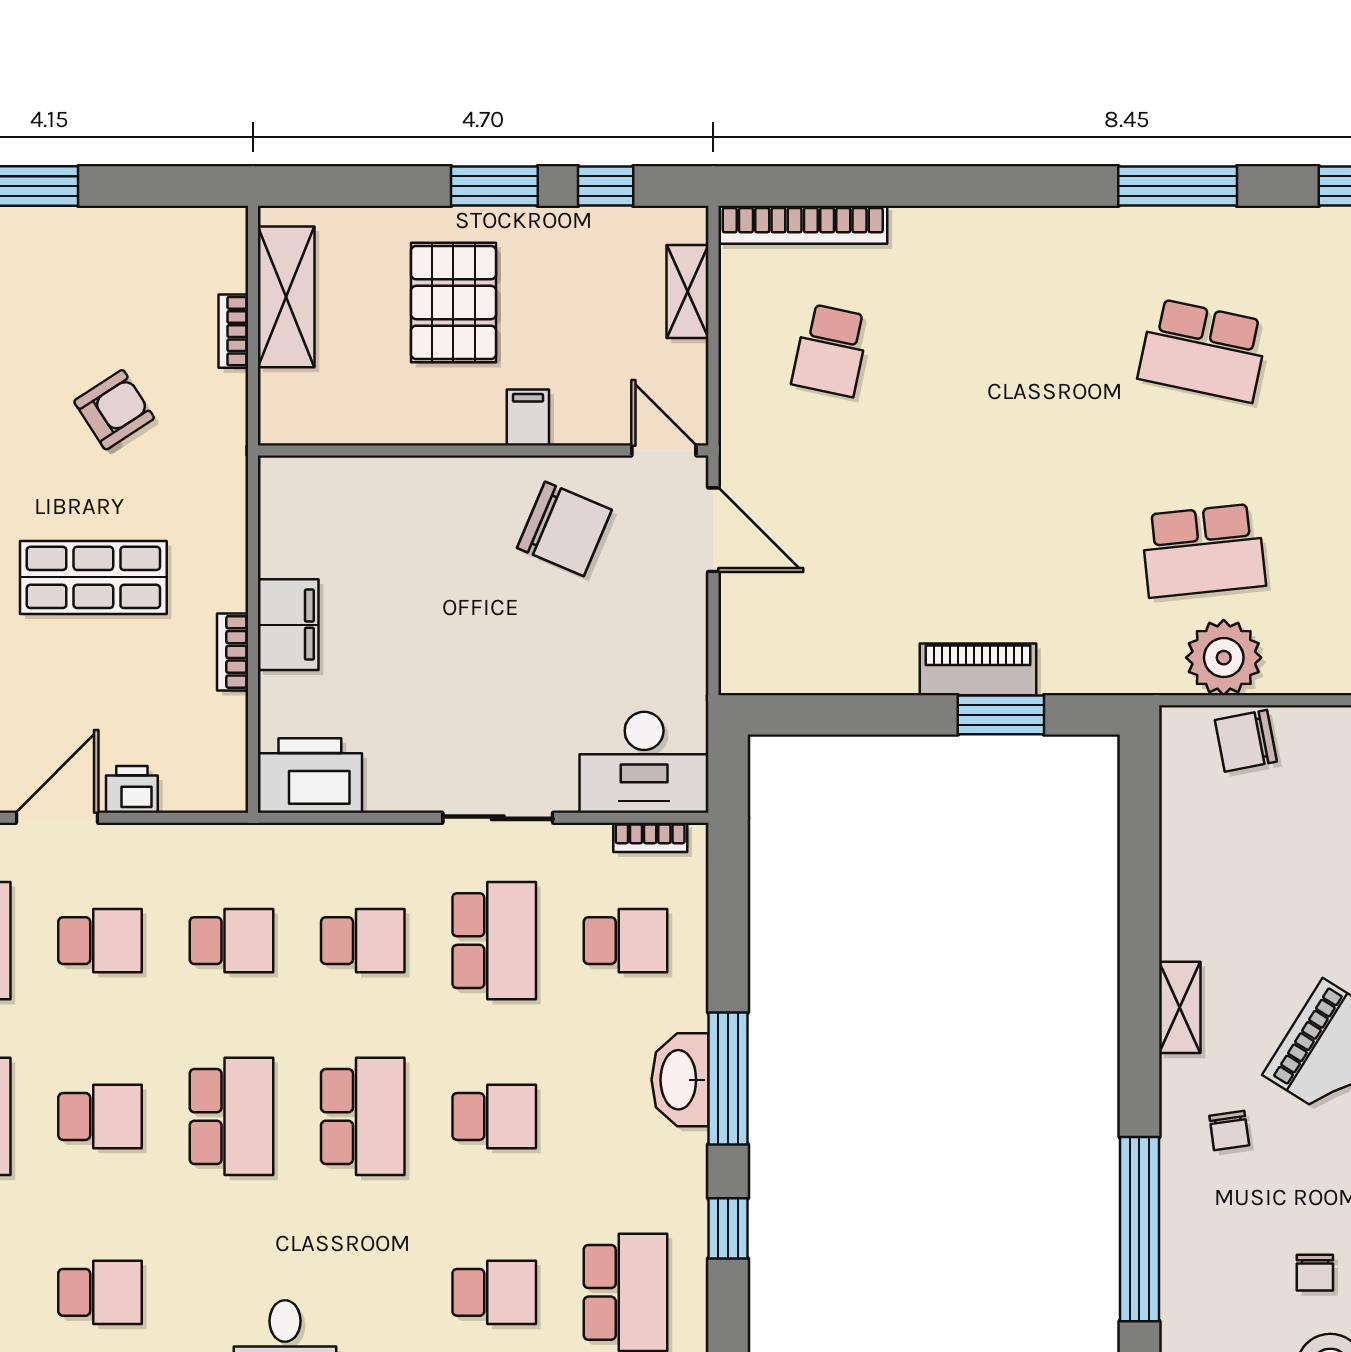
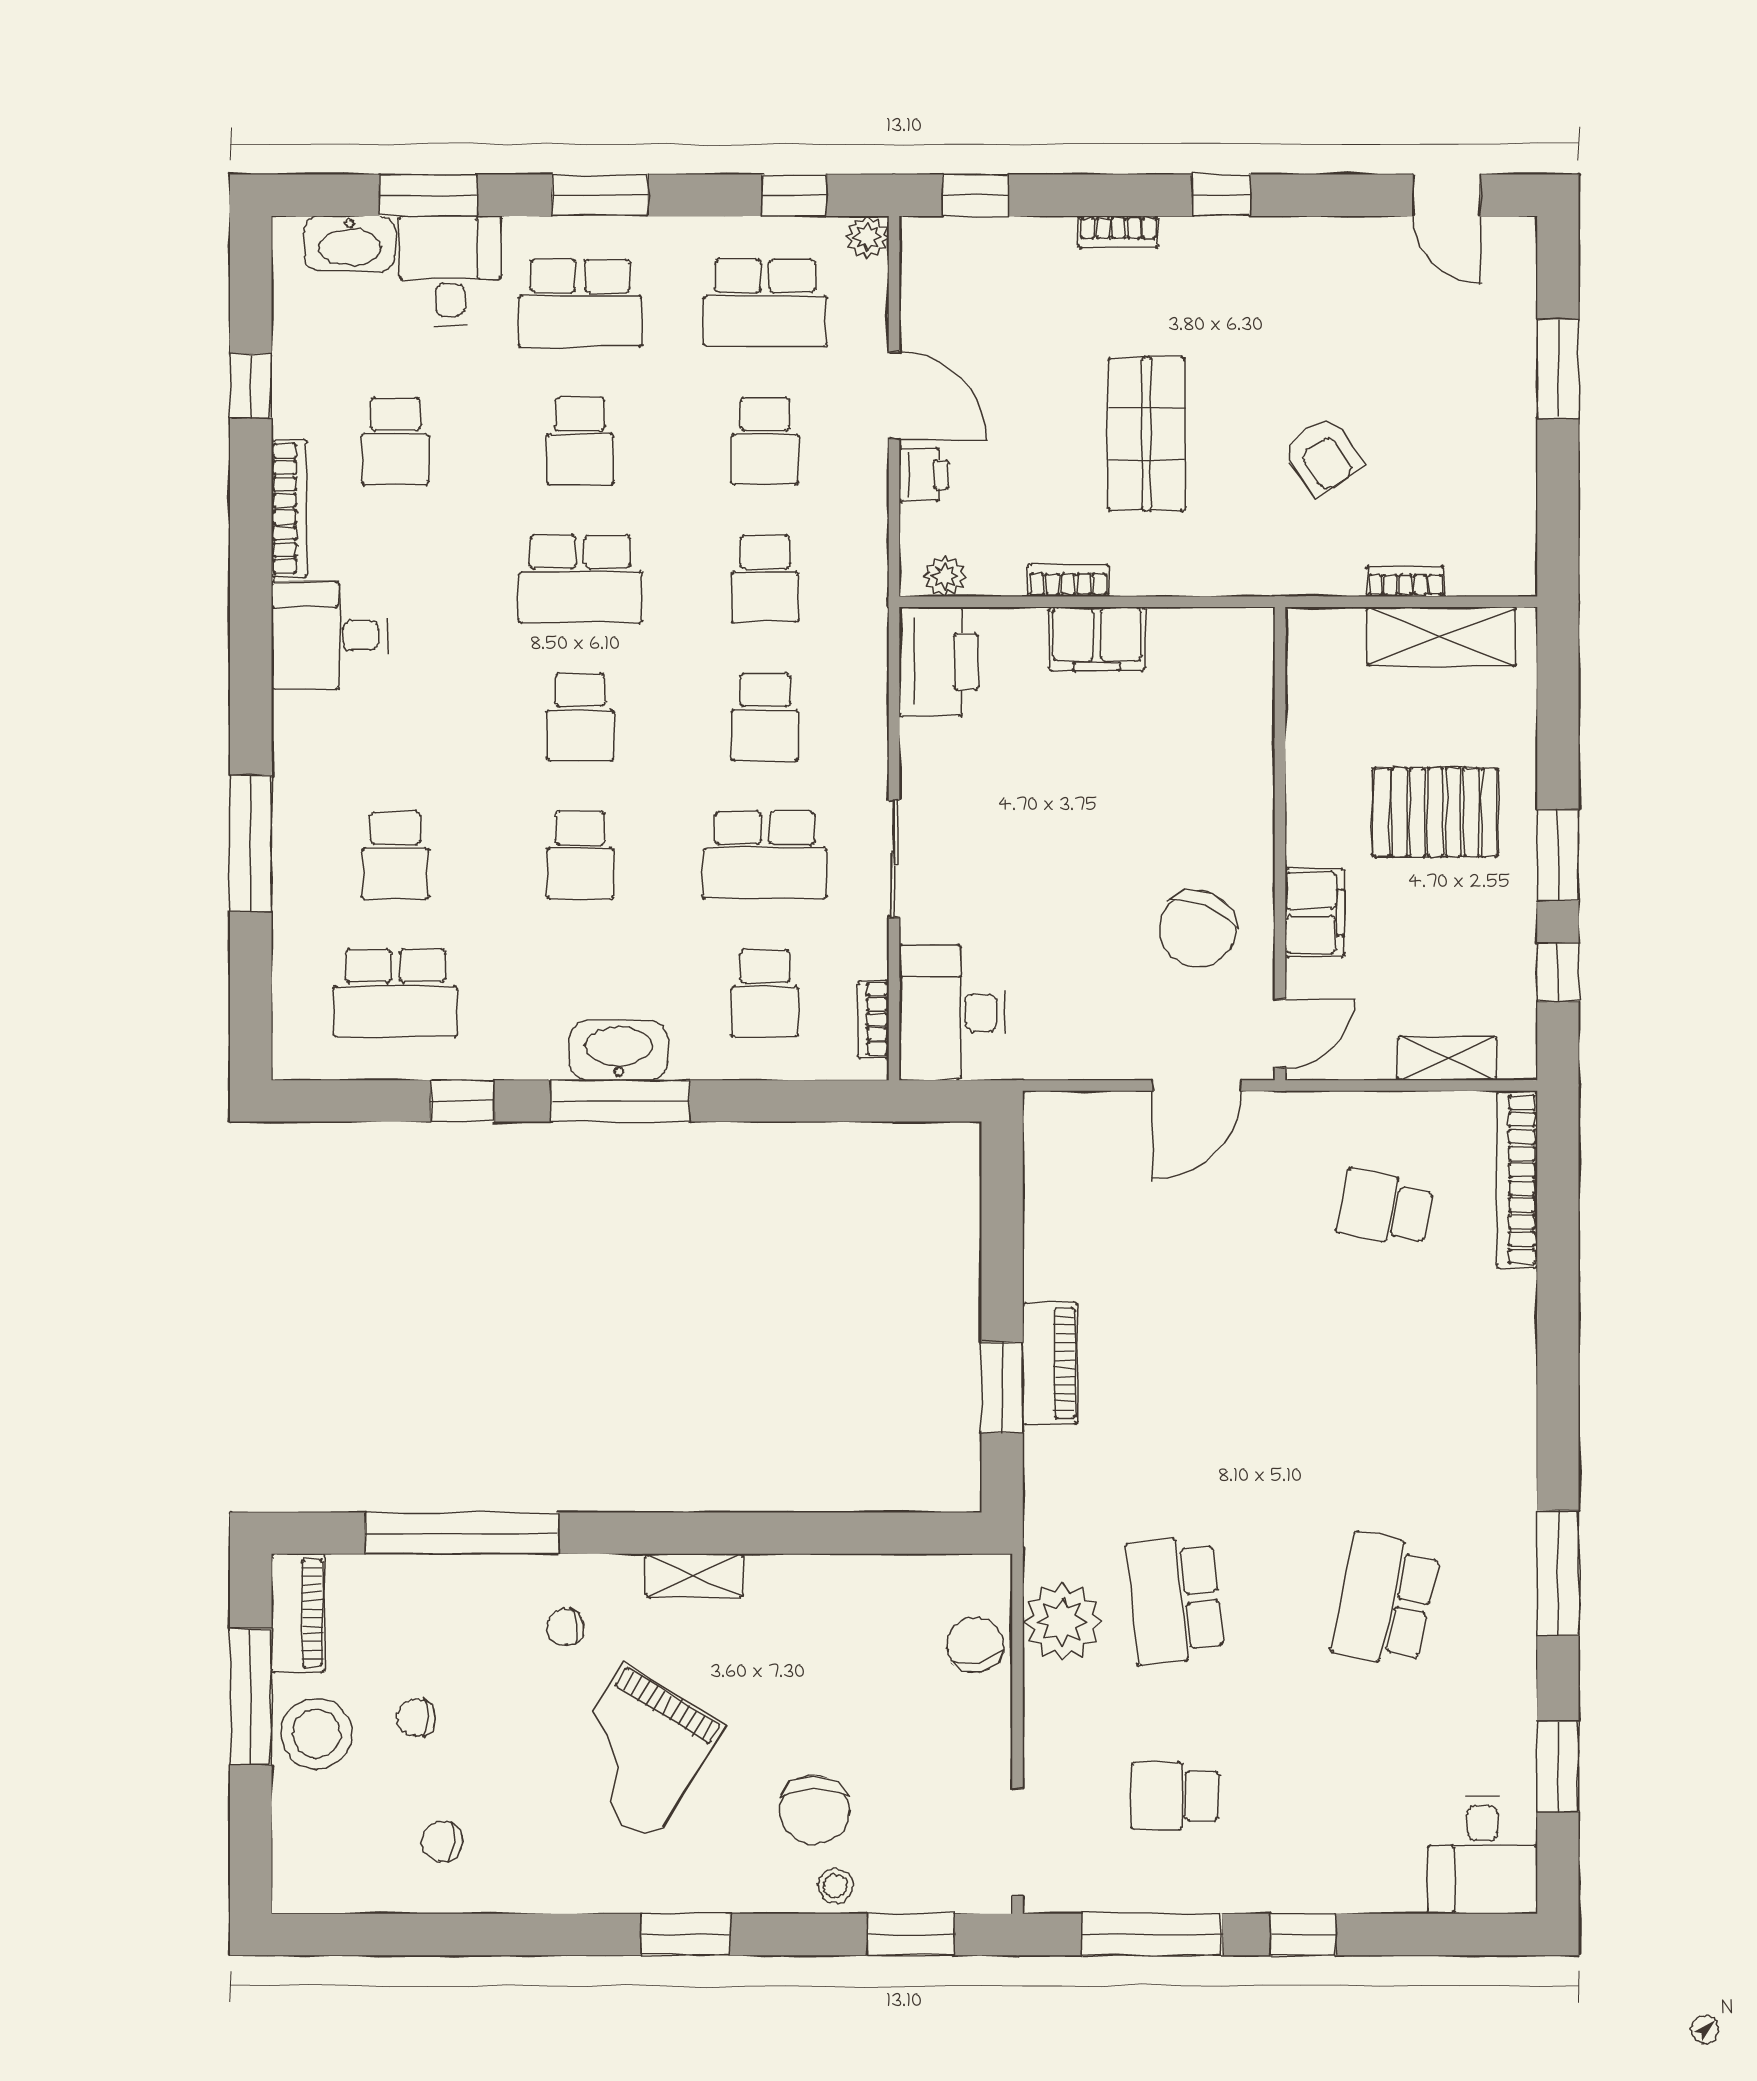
filing cabinet: (528, 417) -> (1315, 913), width x2.00
plant: (229, 769) -> (945, 576), added
school desk: (363, 1116) -> (580, 717), width x0.54

